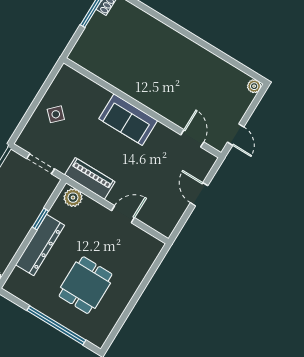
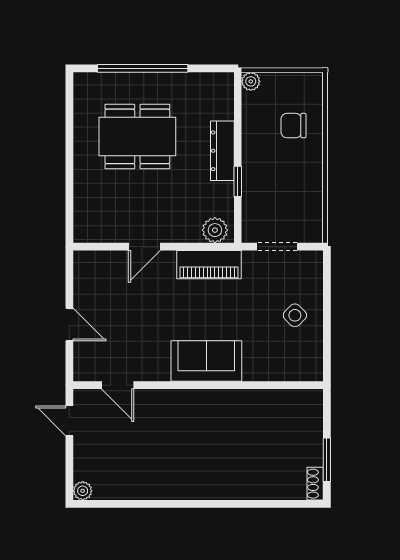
dresser: (40, 245) -> (222, 151), width x0.73, depth x0.80
dining table: (86, 285) -> (137, 136), width x1.38

